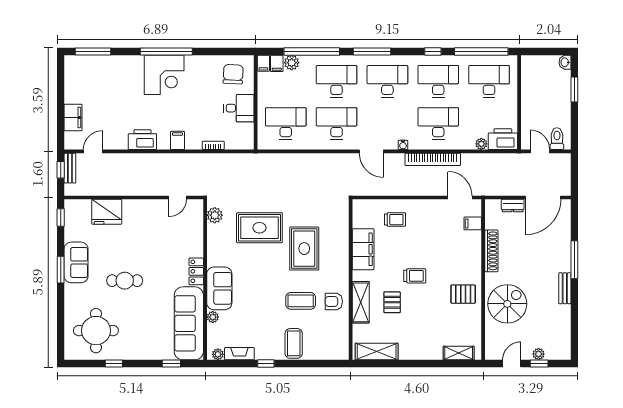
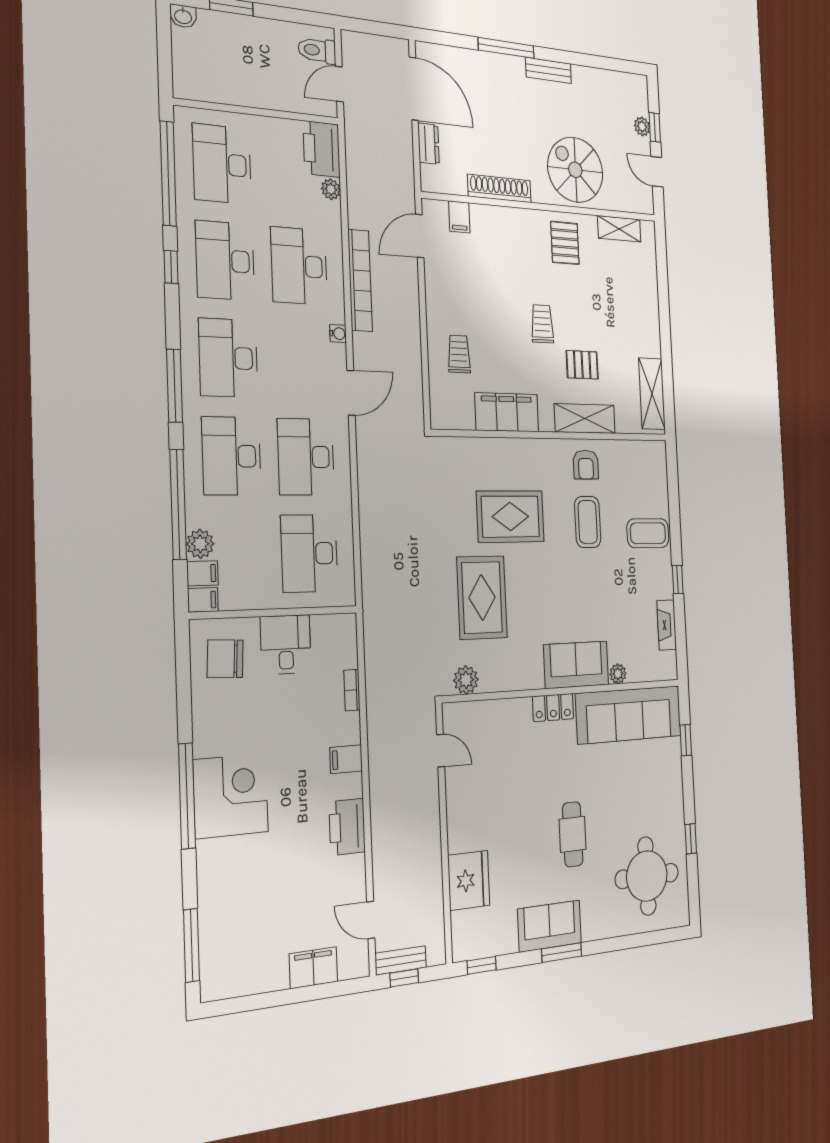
shelving: (459, 353) -> (619, 229), moved, turned 90
plant: (218, 354) -> (669, 662), removed

